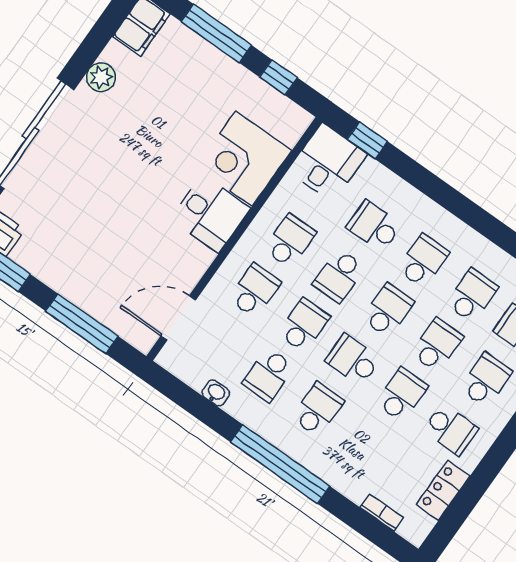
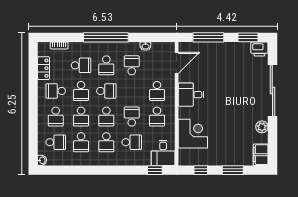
window: (216, 33) -> (233, 170), width x0.69
desk: (210, 214) -> (191, 95), moved
school desk: (304, 325) -> (81, 65), moved, turned -90

